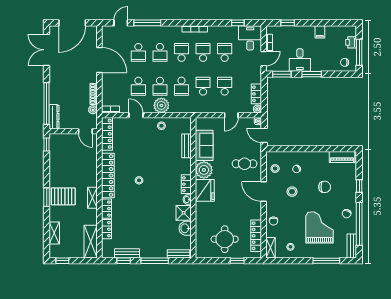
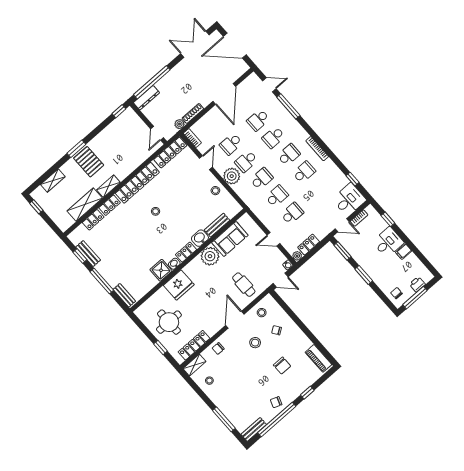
school desk: (225, 52) -> (319, 189), removed
desk: (300, 60) -> (388, 242), moved, turned 180
school desk: (182, 86) -> (262, 179), turned 180
door: (264, 135) -> (281, 280), swing flipped
fridge: (205, 190) -> (179, 285), moved
grand piano: (319, 227) -> (246, 390), removed
washbasin: (185, 228) -> (200, 238), moved
shelving: (91, 242) -> (85, 205), moved

